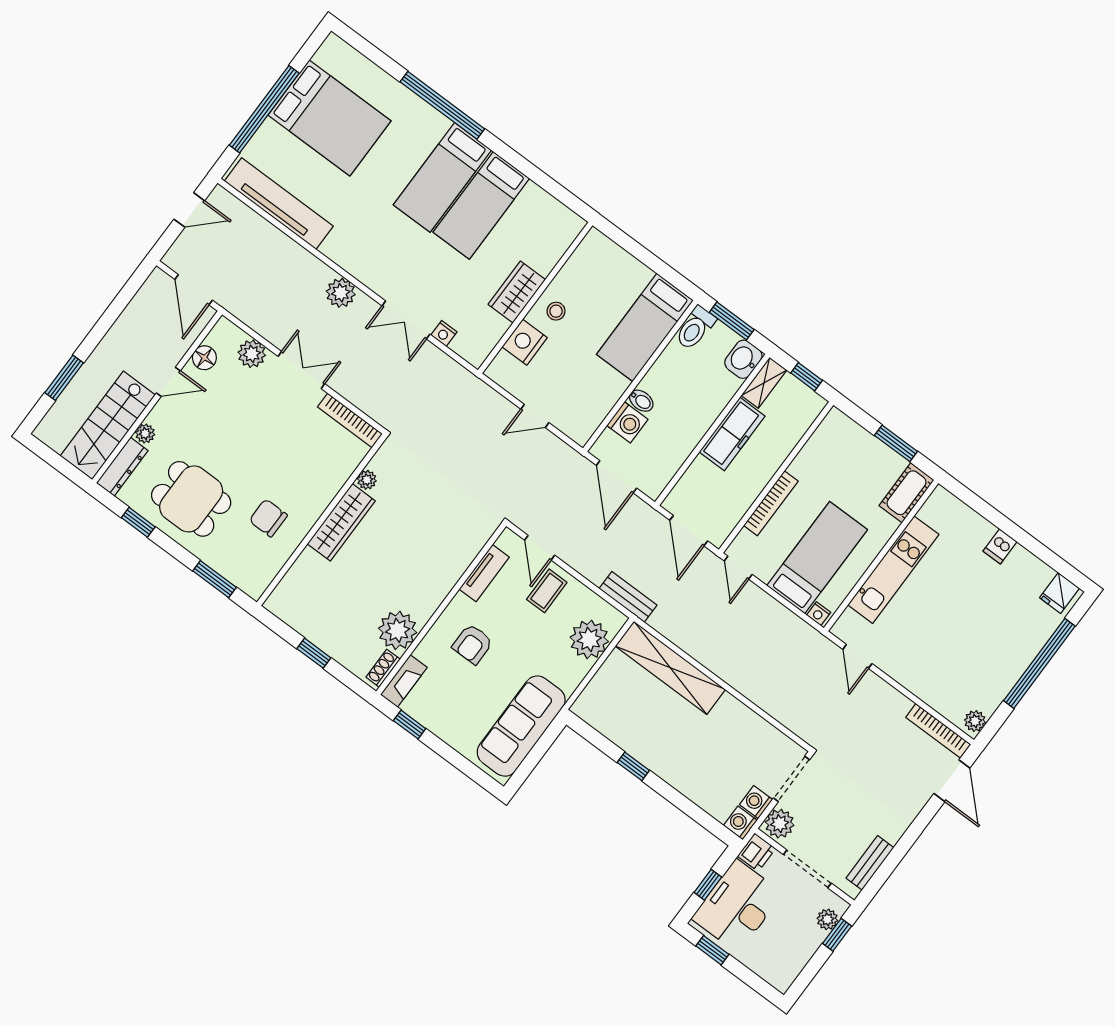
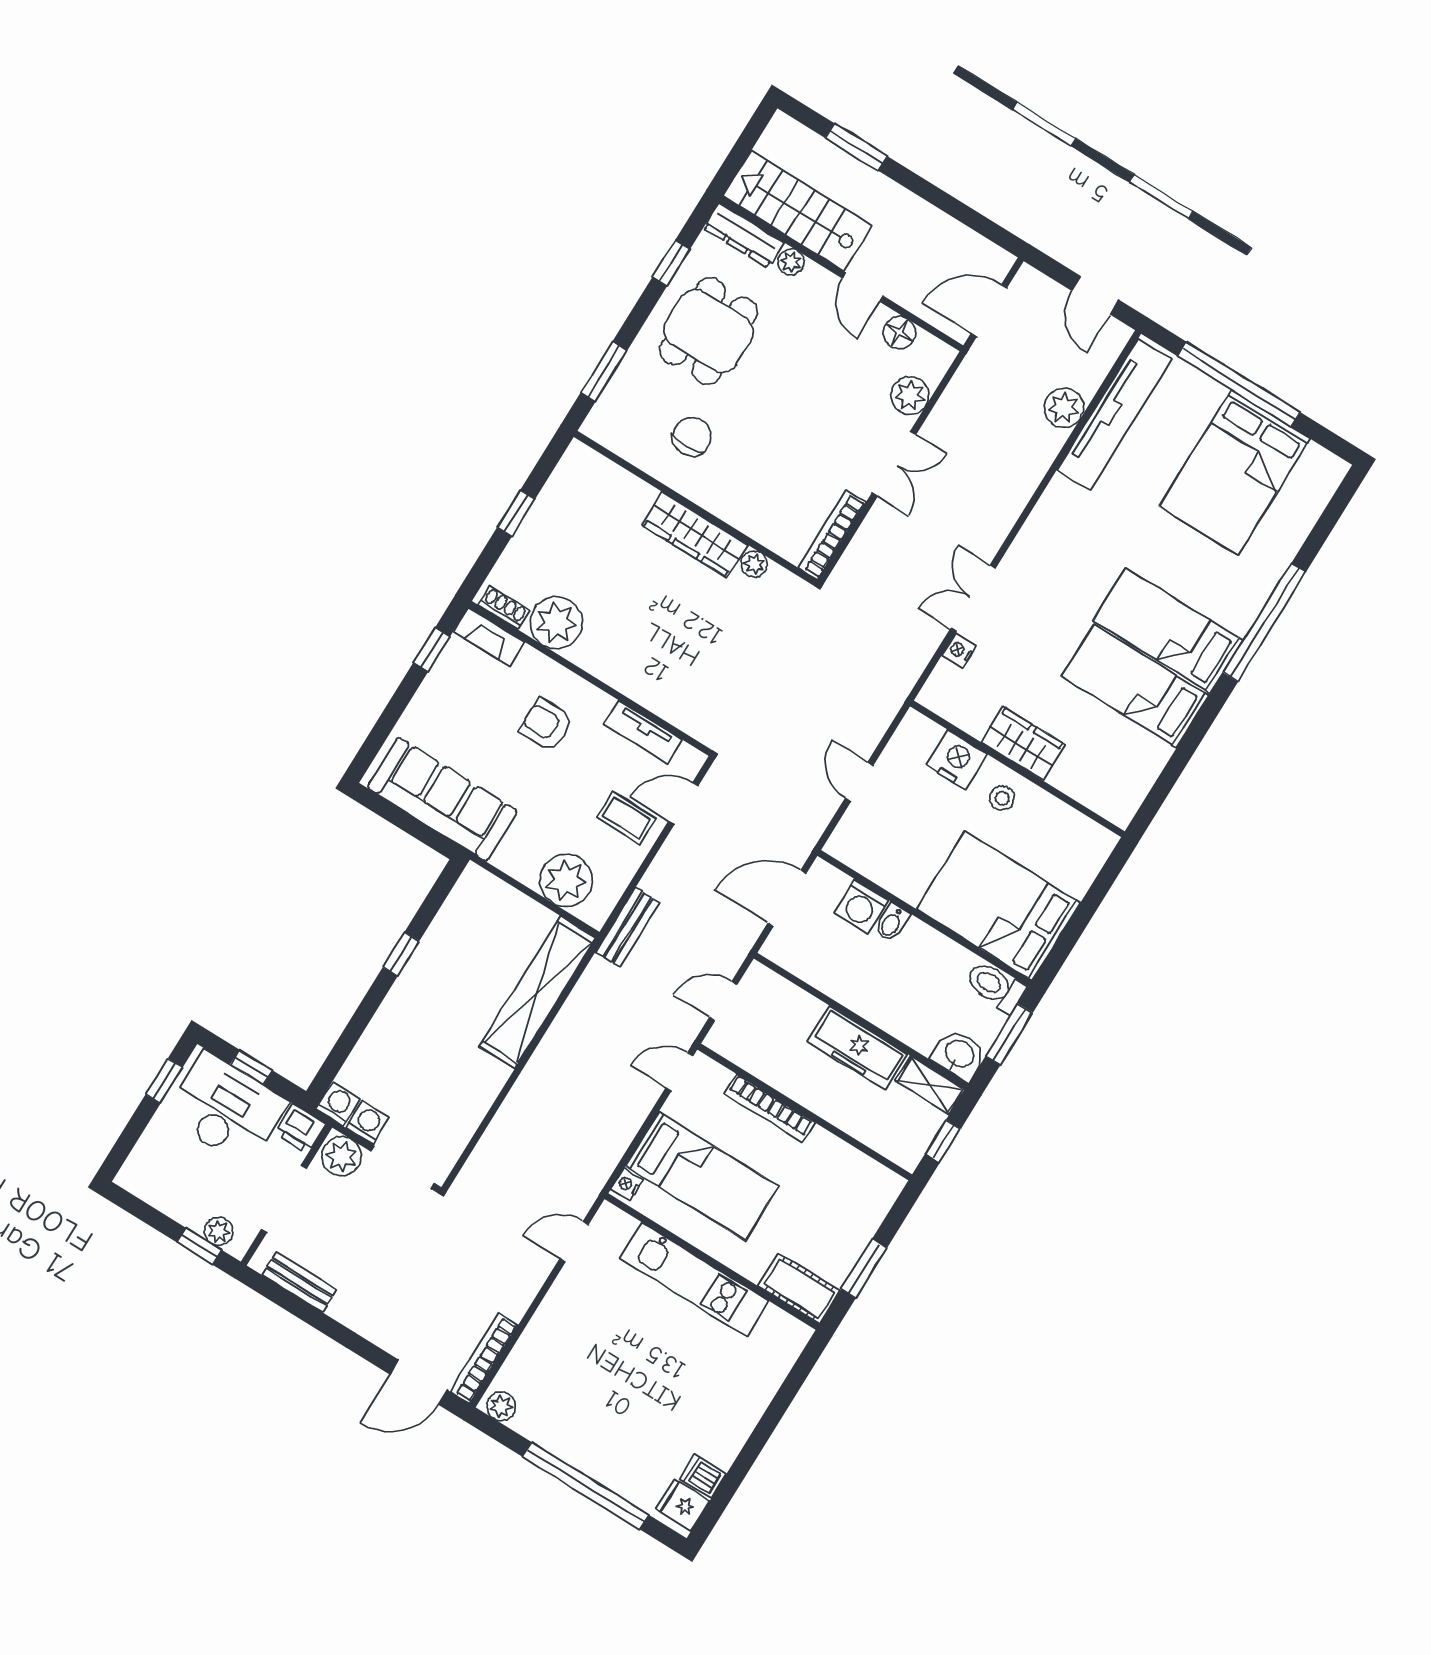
plant: (341, 293) -> (1064, 408), moved
bed: (645, 327) -> (999, 906), width x1.50
door: (689, 531) -> (723, 1001), width x0.73
dishwasher: (1000, 546) -> (703, 1476), moved

